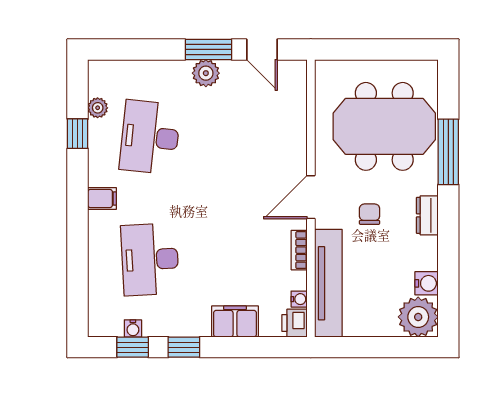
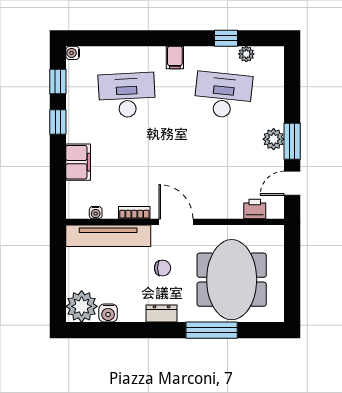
printer: (294, 323) -> (255, 209), moved
water cooler: (133, 328) -> (73, 53), moved

